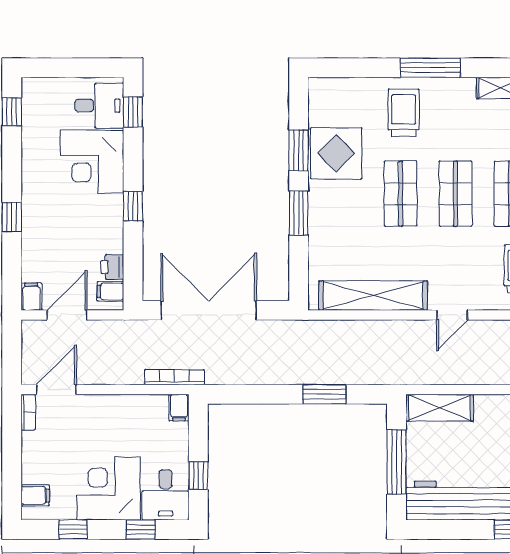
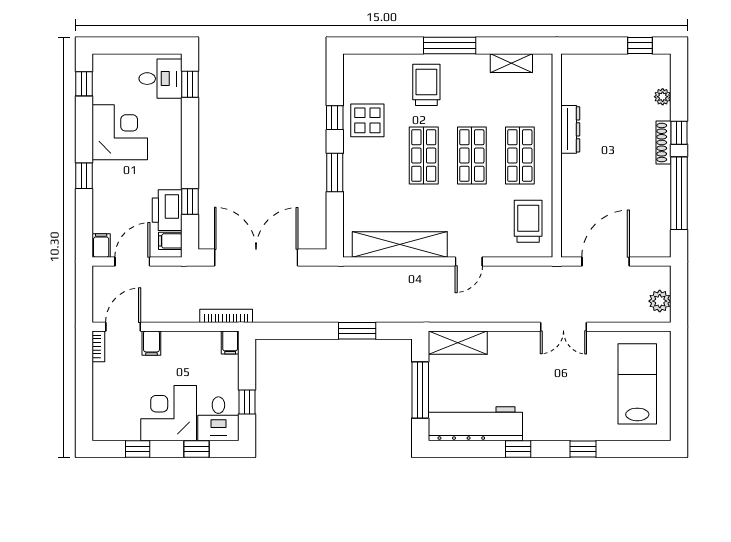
window: (299, 150) -> (335, 118), width x0.67
display table: (336, 153) -> (367, 120), width x0.73, depth x0.73
corner desk: (92, 162) -> (120, 132), moved, turned 180
window: (133, 206) -> (190, 202), moved
printer: (112, 267) -> (167, 210), width x1.87, depth x1.48
filing cabinet: (35, 495) -> (151, 343), moved, turned 90

